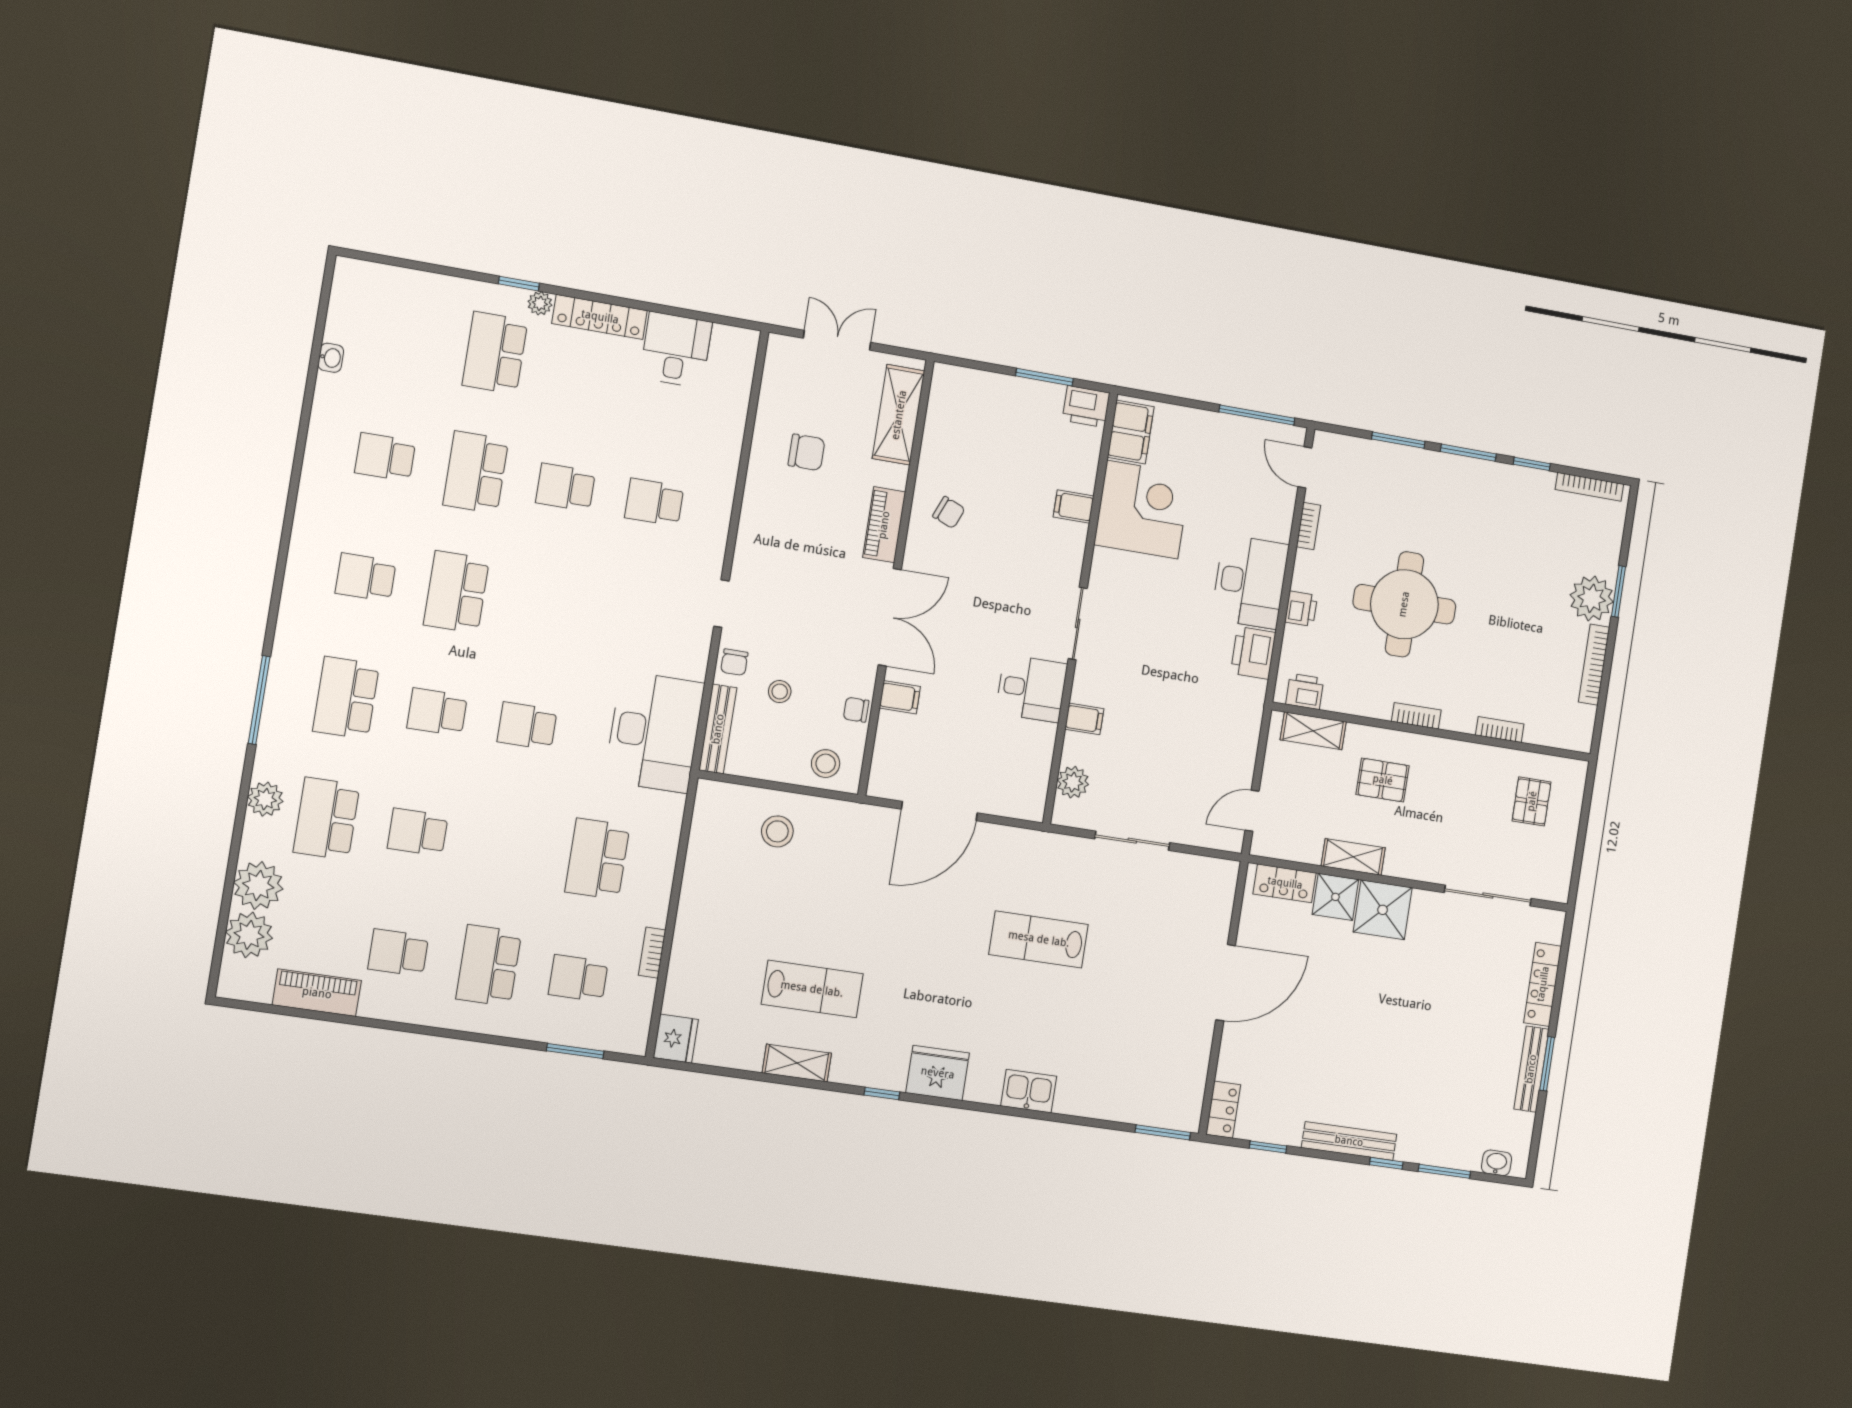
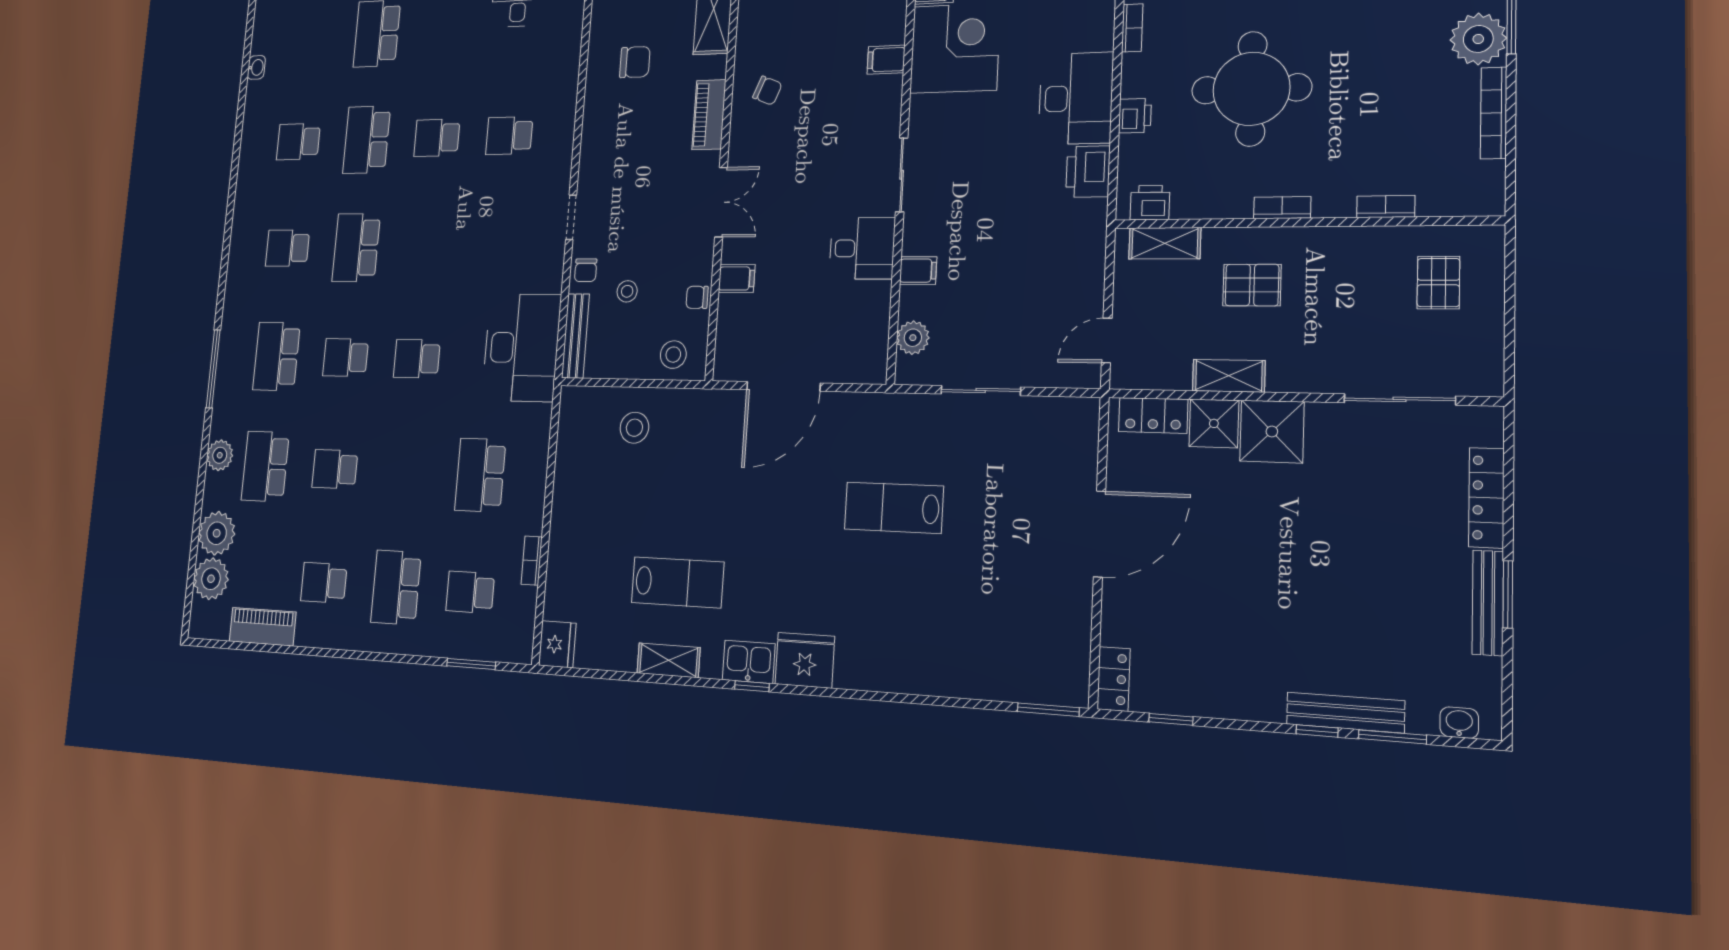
double door: (890, 617) -> (721, 202), width x0.73
kitchen sink: (1029, 1091) -> (749, 662), moved
bench: (1349, 1141) -> (1345, 712), moved

